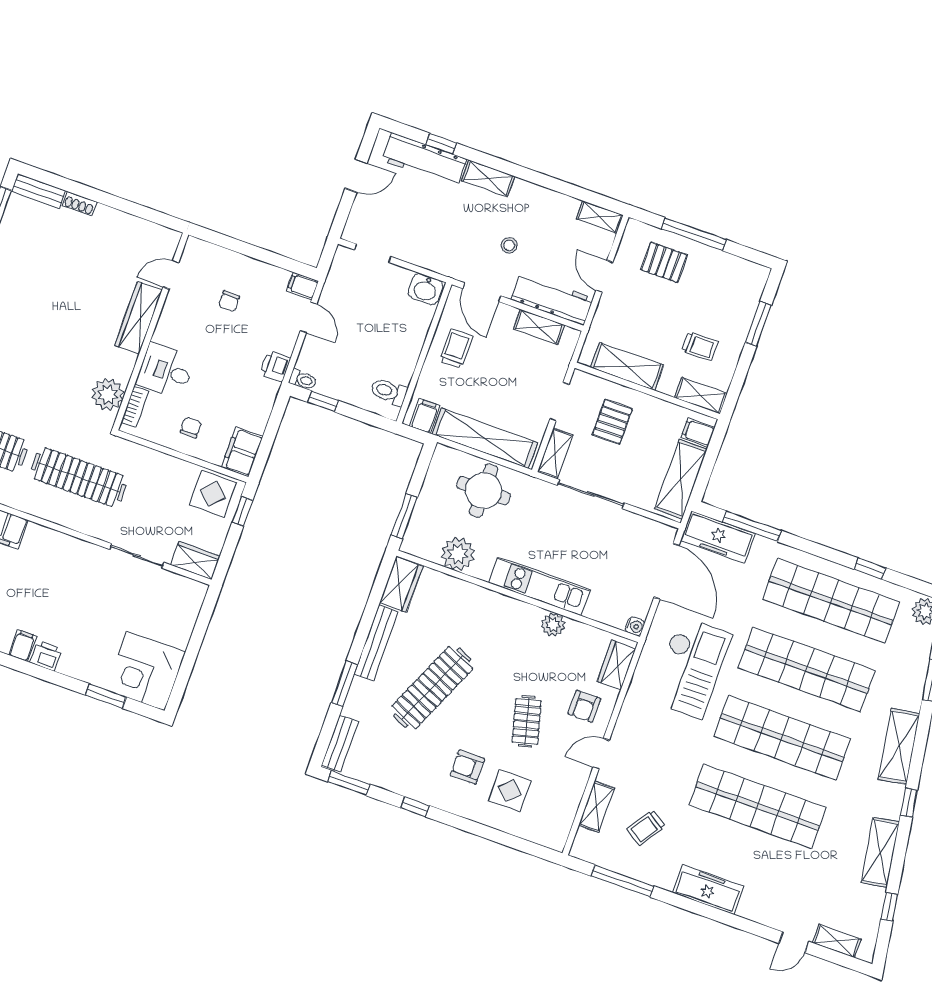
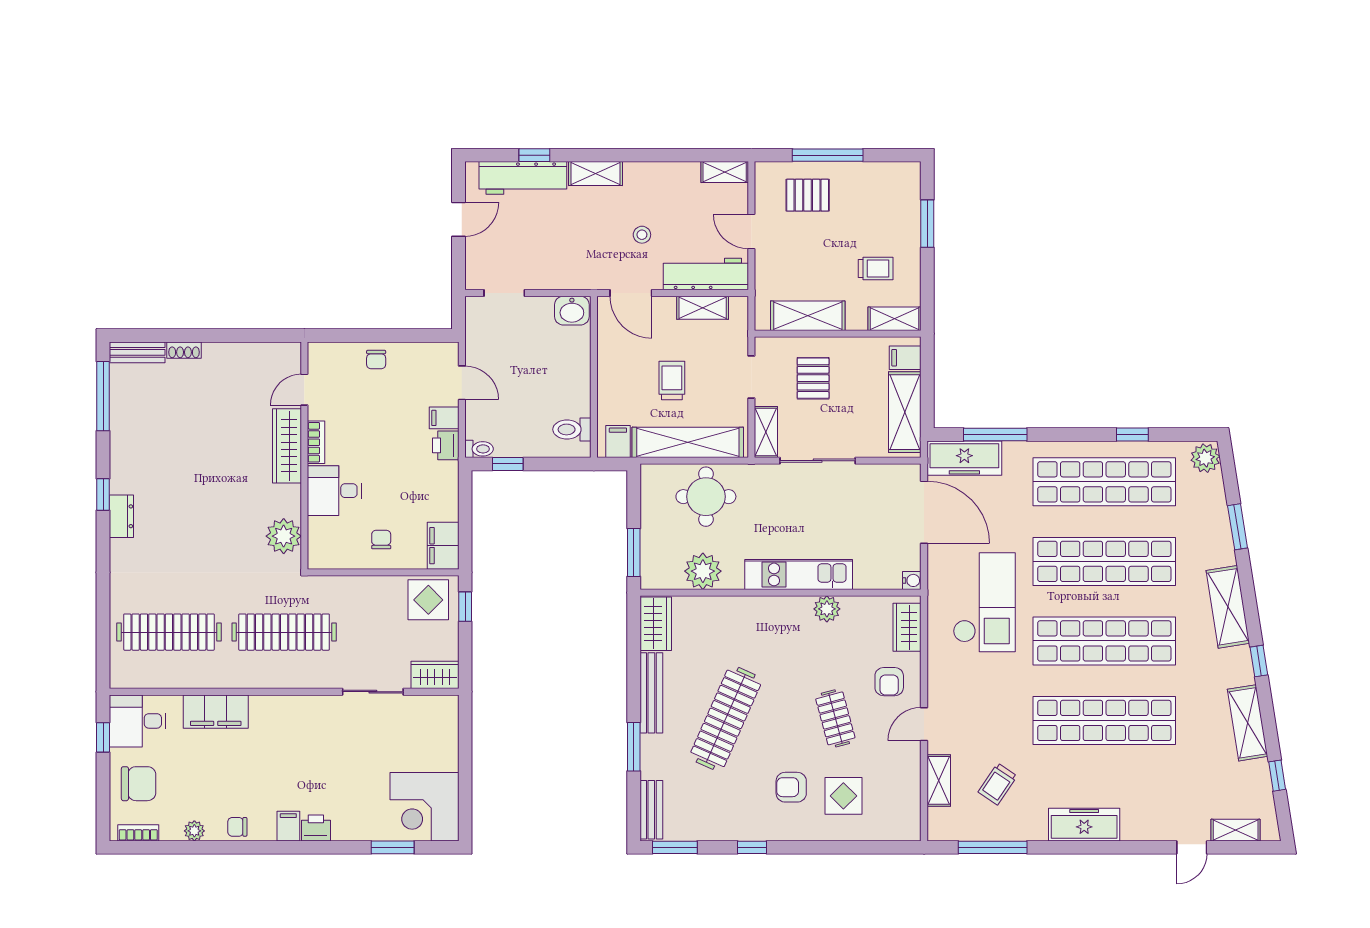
filing cabinet: (303, 286) -> (444, 418), moved
chair: (229, 301) -> (376, 360), moved
trolley: (456, 348) -> (672, 380), moved
bookcase: (135, 407) -> (316, 442), moved

